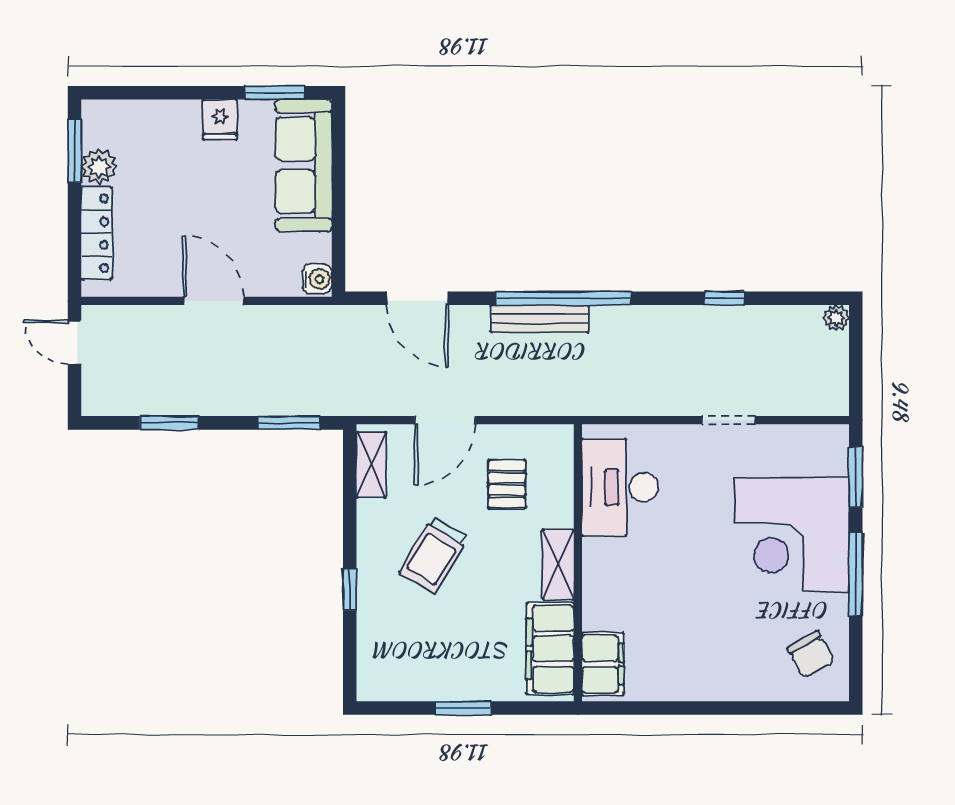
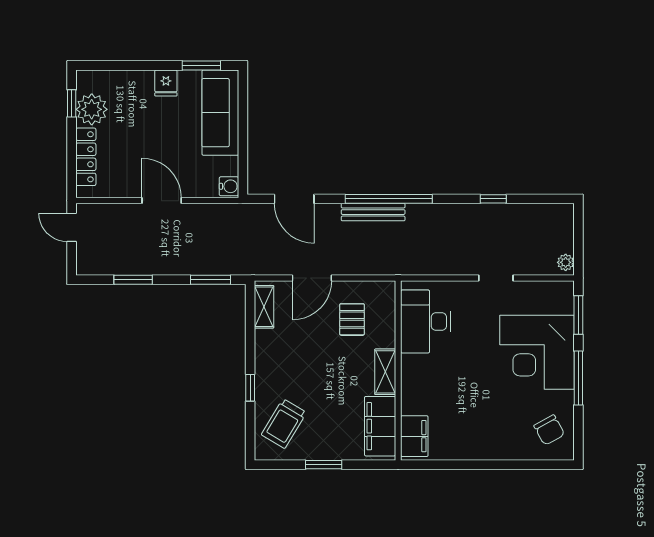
window: (75, 151) -> (72, 103), width x0.67
plant: (99, 167) -> (92, 109), width x1.36, depth x1.36
plant: (836, 318) -> (566, 262), moved
trolley: (434, 555) -> (284, 424), moved

